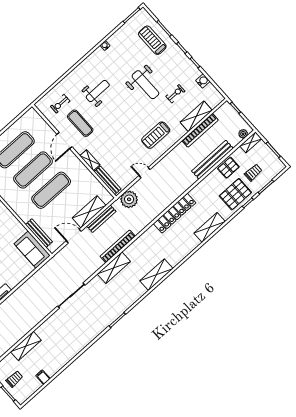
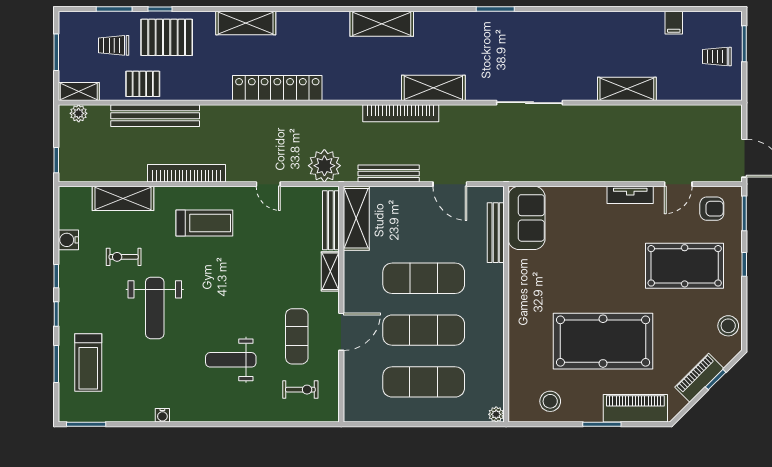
weight bench: (145, 85) -> (155, 308), turned 180
bookcase: (200, 130) -> (187, 173), moved
shelving: (89, 212) -> (356, 218), moved, turned 90
shelving: (26, 346) -> (627, 89), moved

